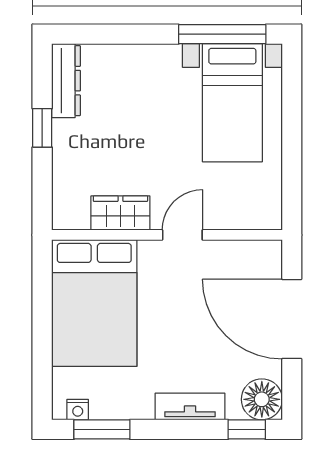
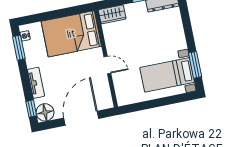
window: (222, 34) -> (195, 65), width x0.69
wardrobe: (120, 213) -> (112, 14), moved, turned 90

